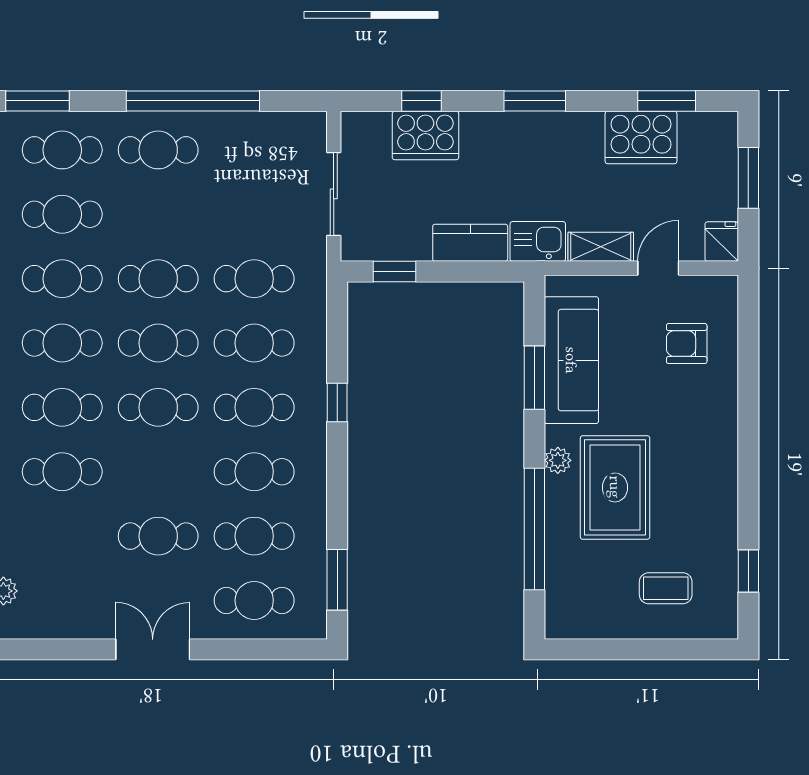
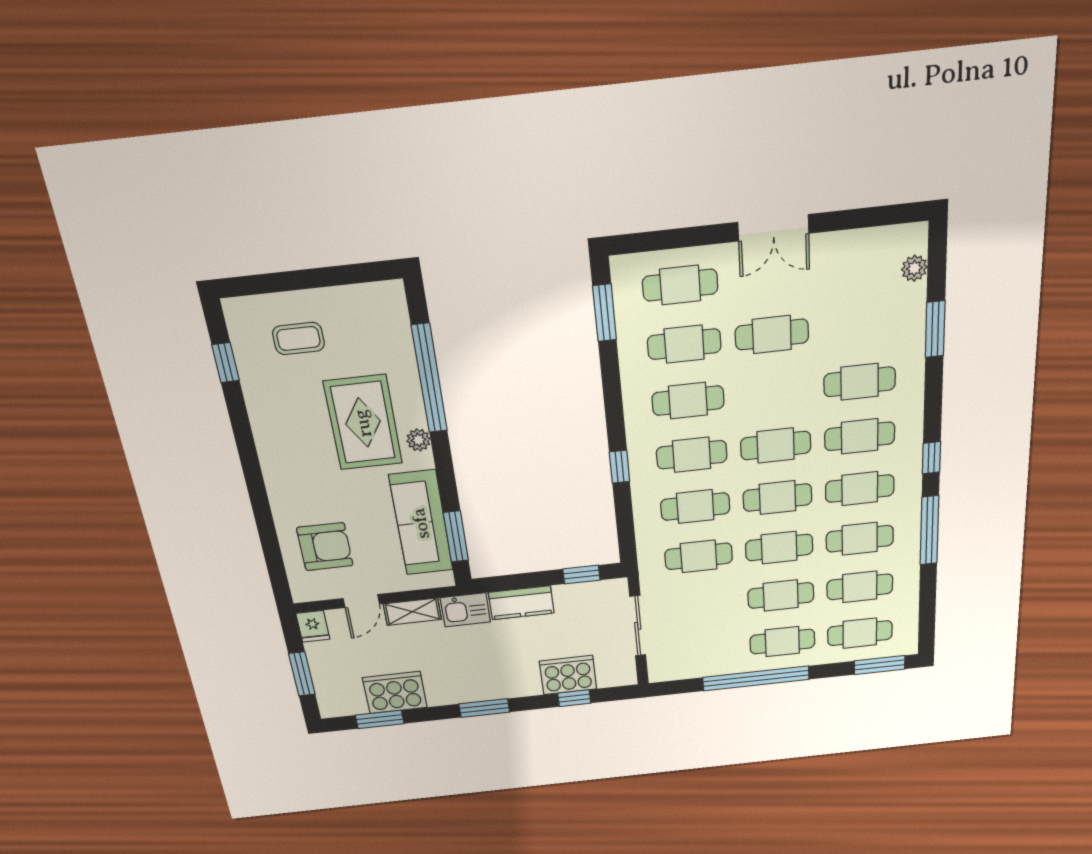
cafe table: (158, 214) -> (781, 595), added
armchair: (687, 344) -> (325, 547), width x1.38, depth x1.38
window: (534, 378) -> (456, 537), moved

